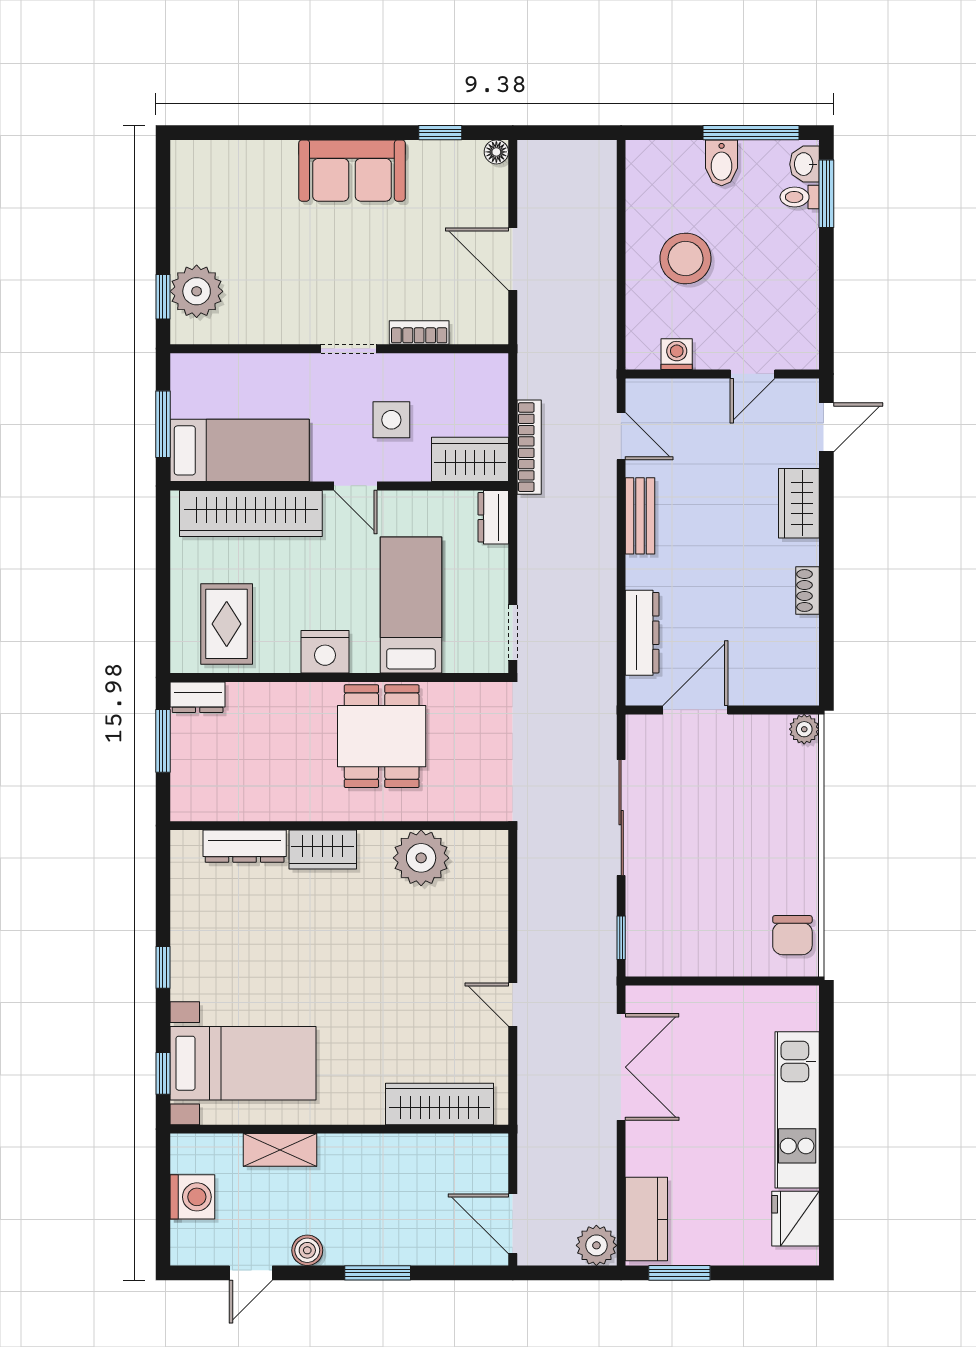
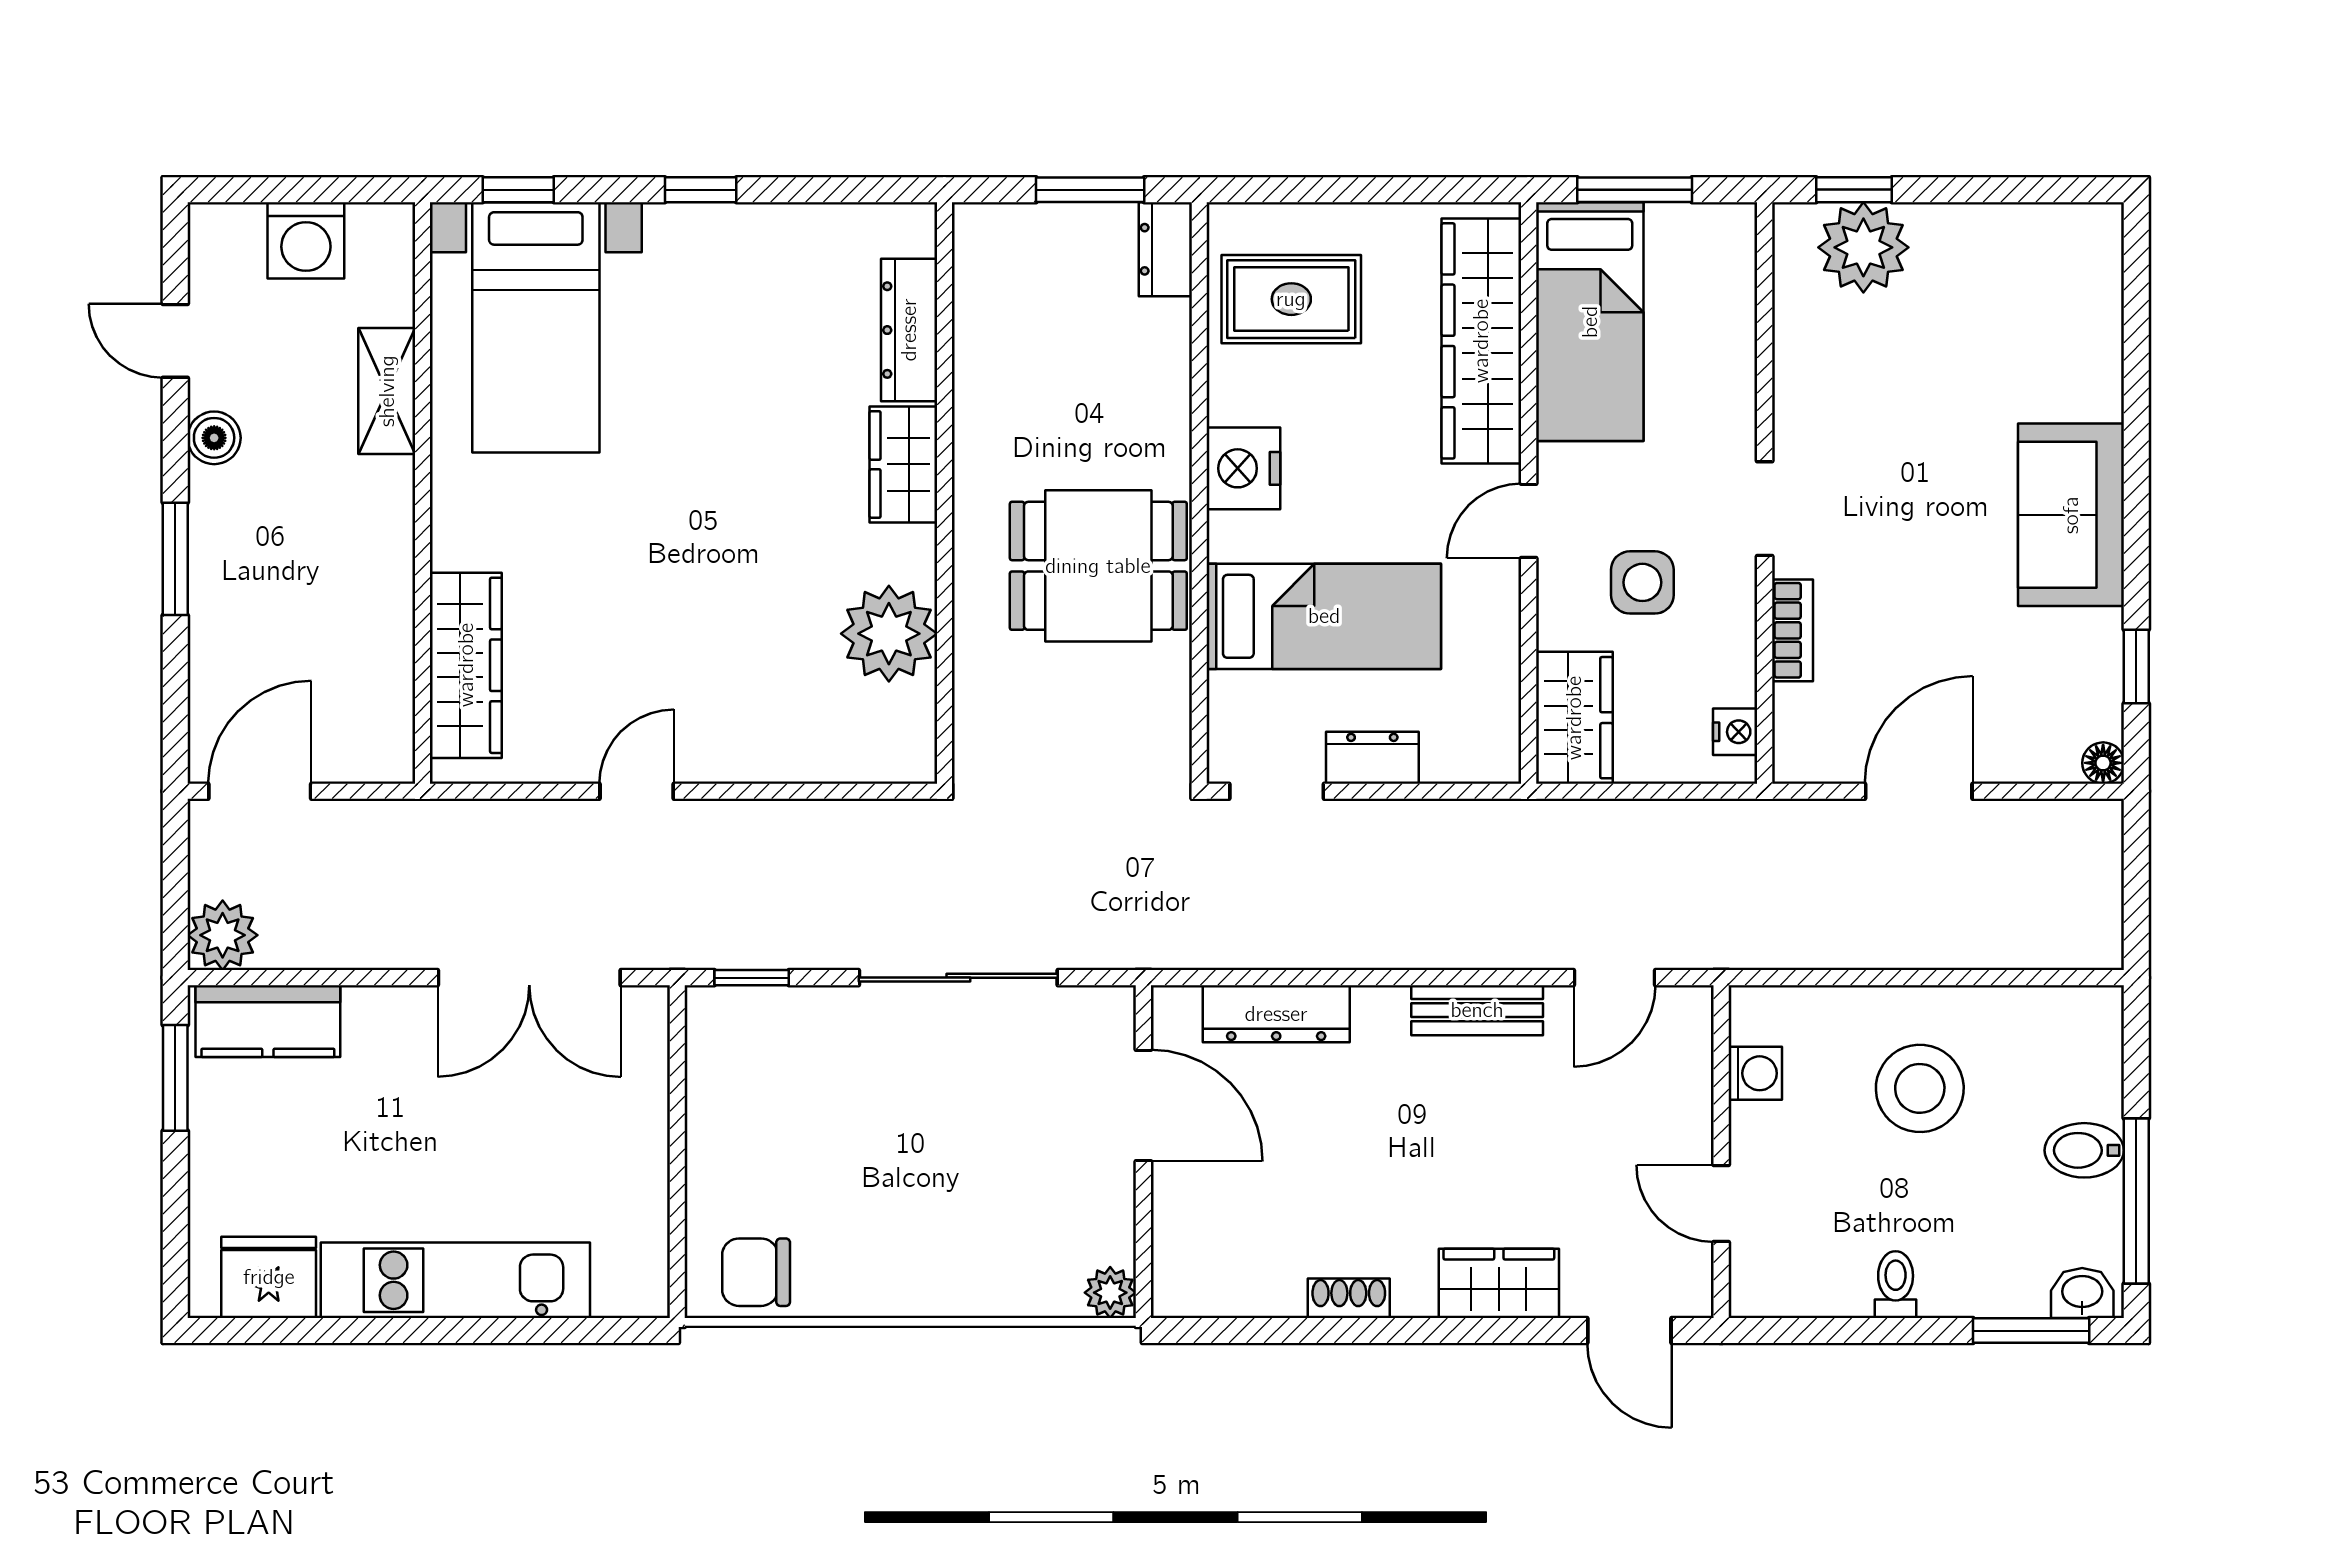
toilet: (800, 197) -> (1896, 1285), moved
nightstand: (478, 366) -> (1735, 732), added
bookcase: (529, 447) -> (1595, 819), removed
dresser: (493, 517) -> (1372, 758), moved

